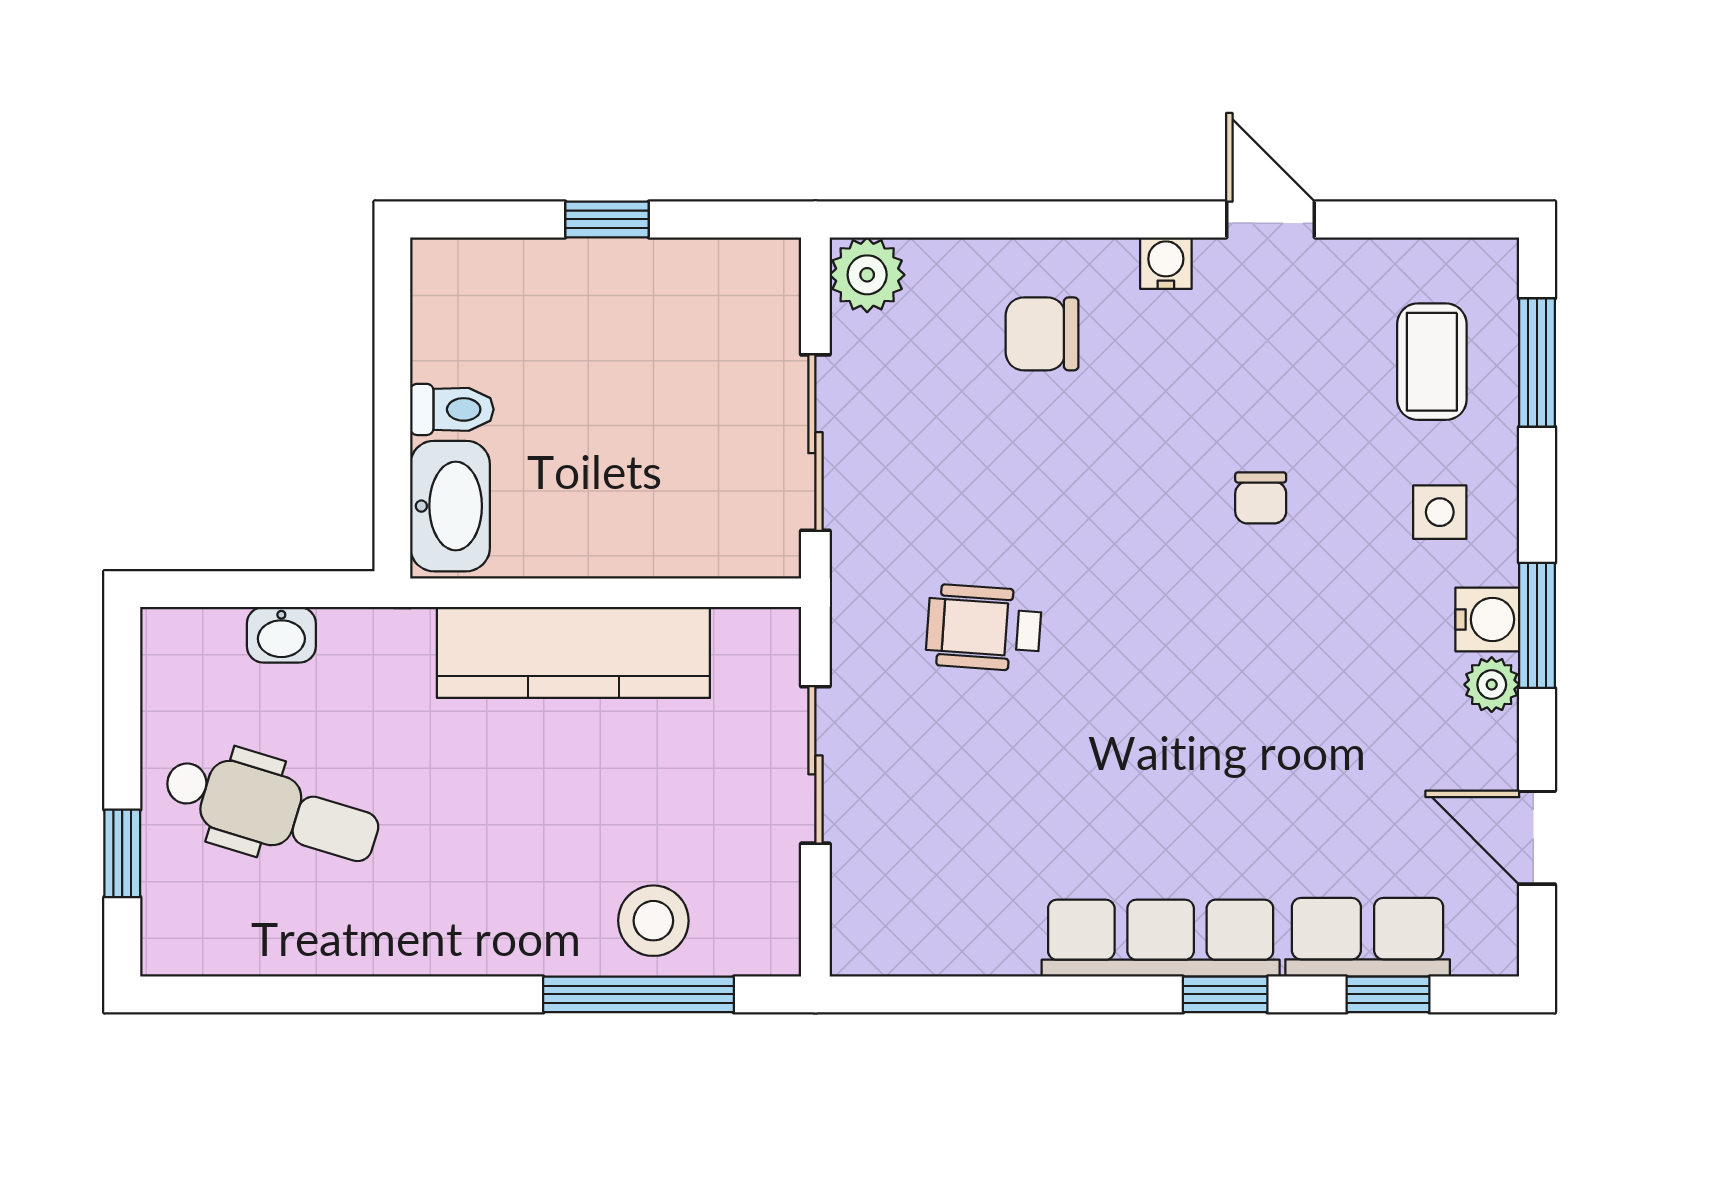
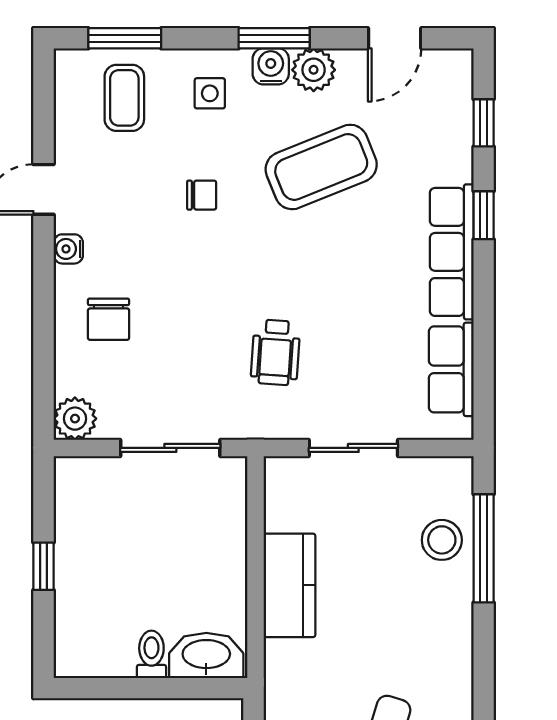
coffee table: (1432, 362) -> (124, 98), turned 90
kitchen counter: (573, 652) -> (289, 585), width x0.67
plant: (1492, 685) -> (314, 70), width x1.38, depth x1.38
coffee table: (1310, 708) -> (321, 167), added
row of seats: (1368, 937) -> (451, 369), moved

